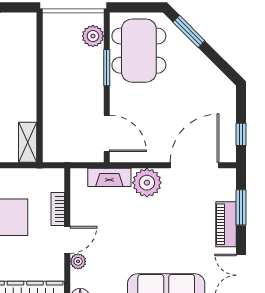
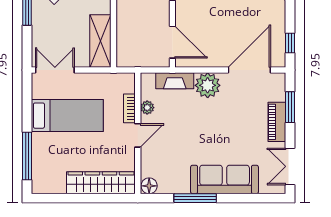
shelving: (28, 142) -> (100, 41), width x1.50, depth x1.33
plant: (78, 261) -> (147, 108), moved

